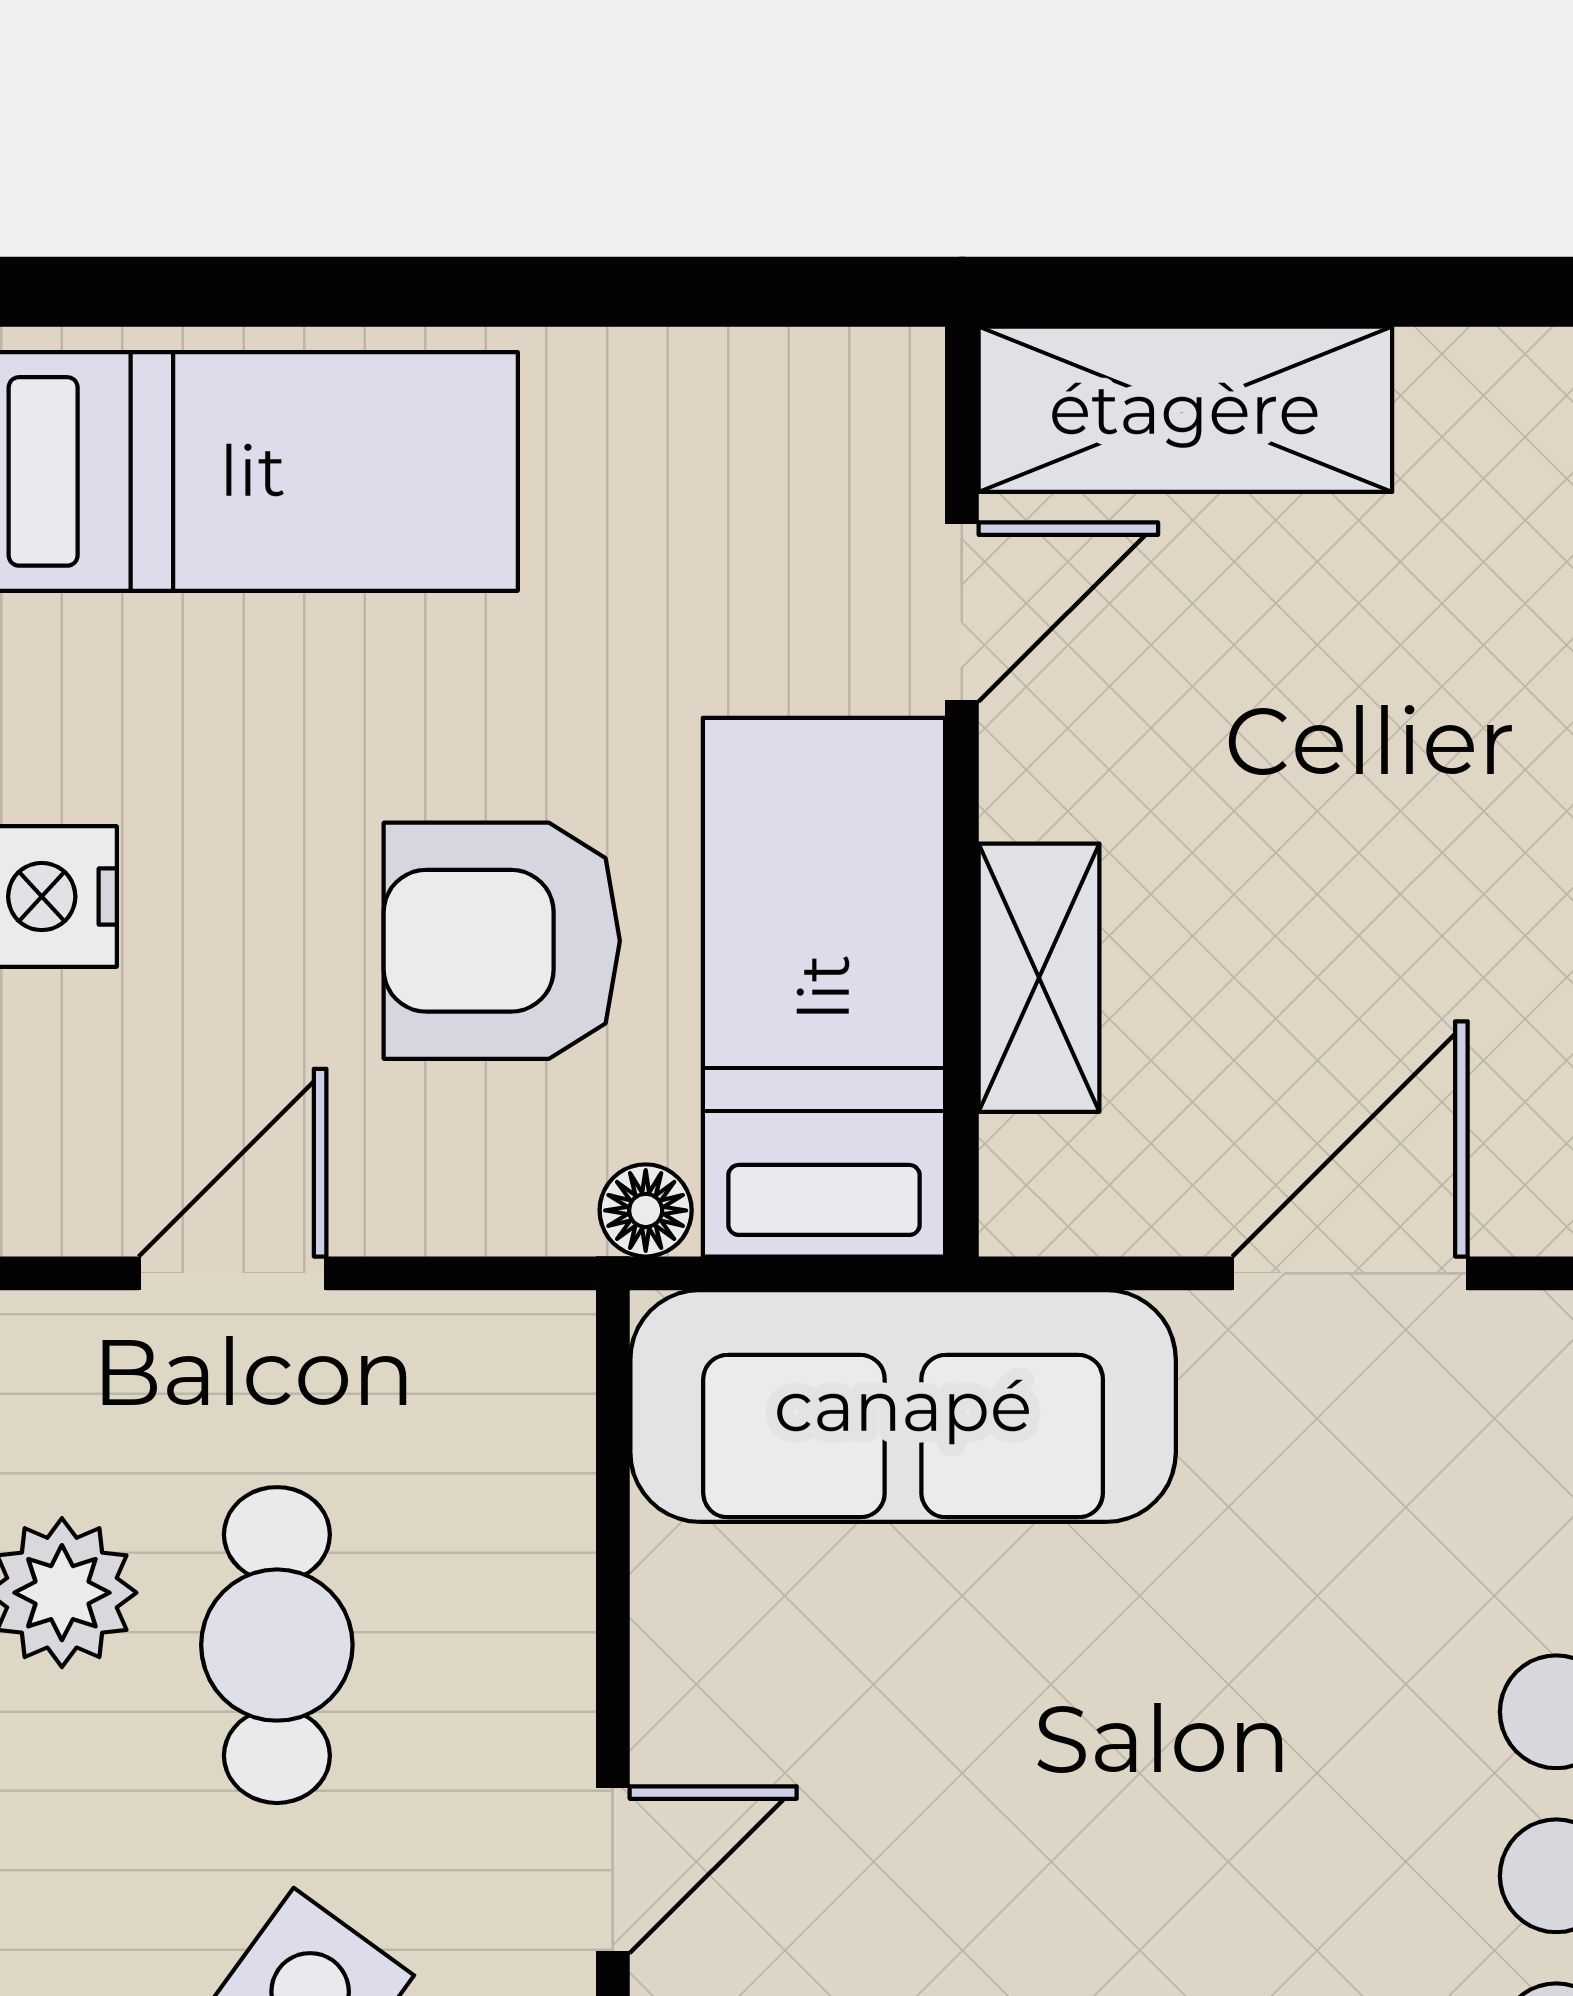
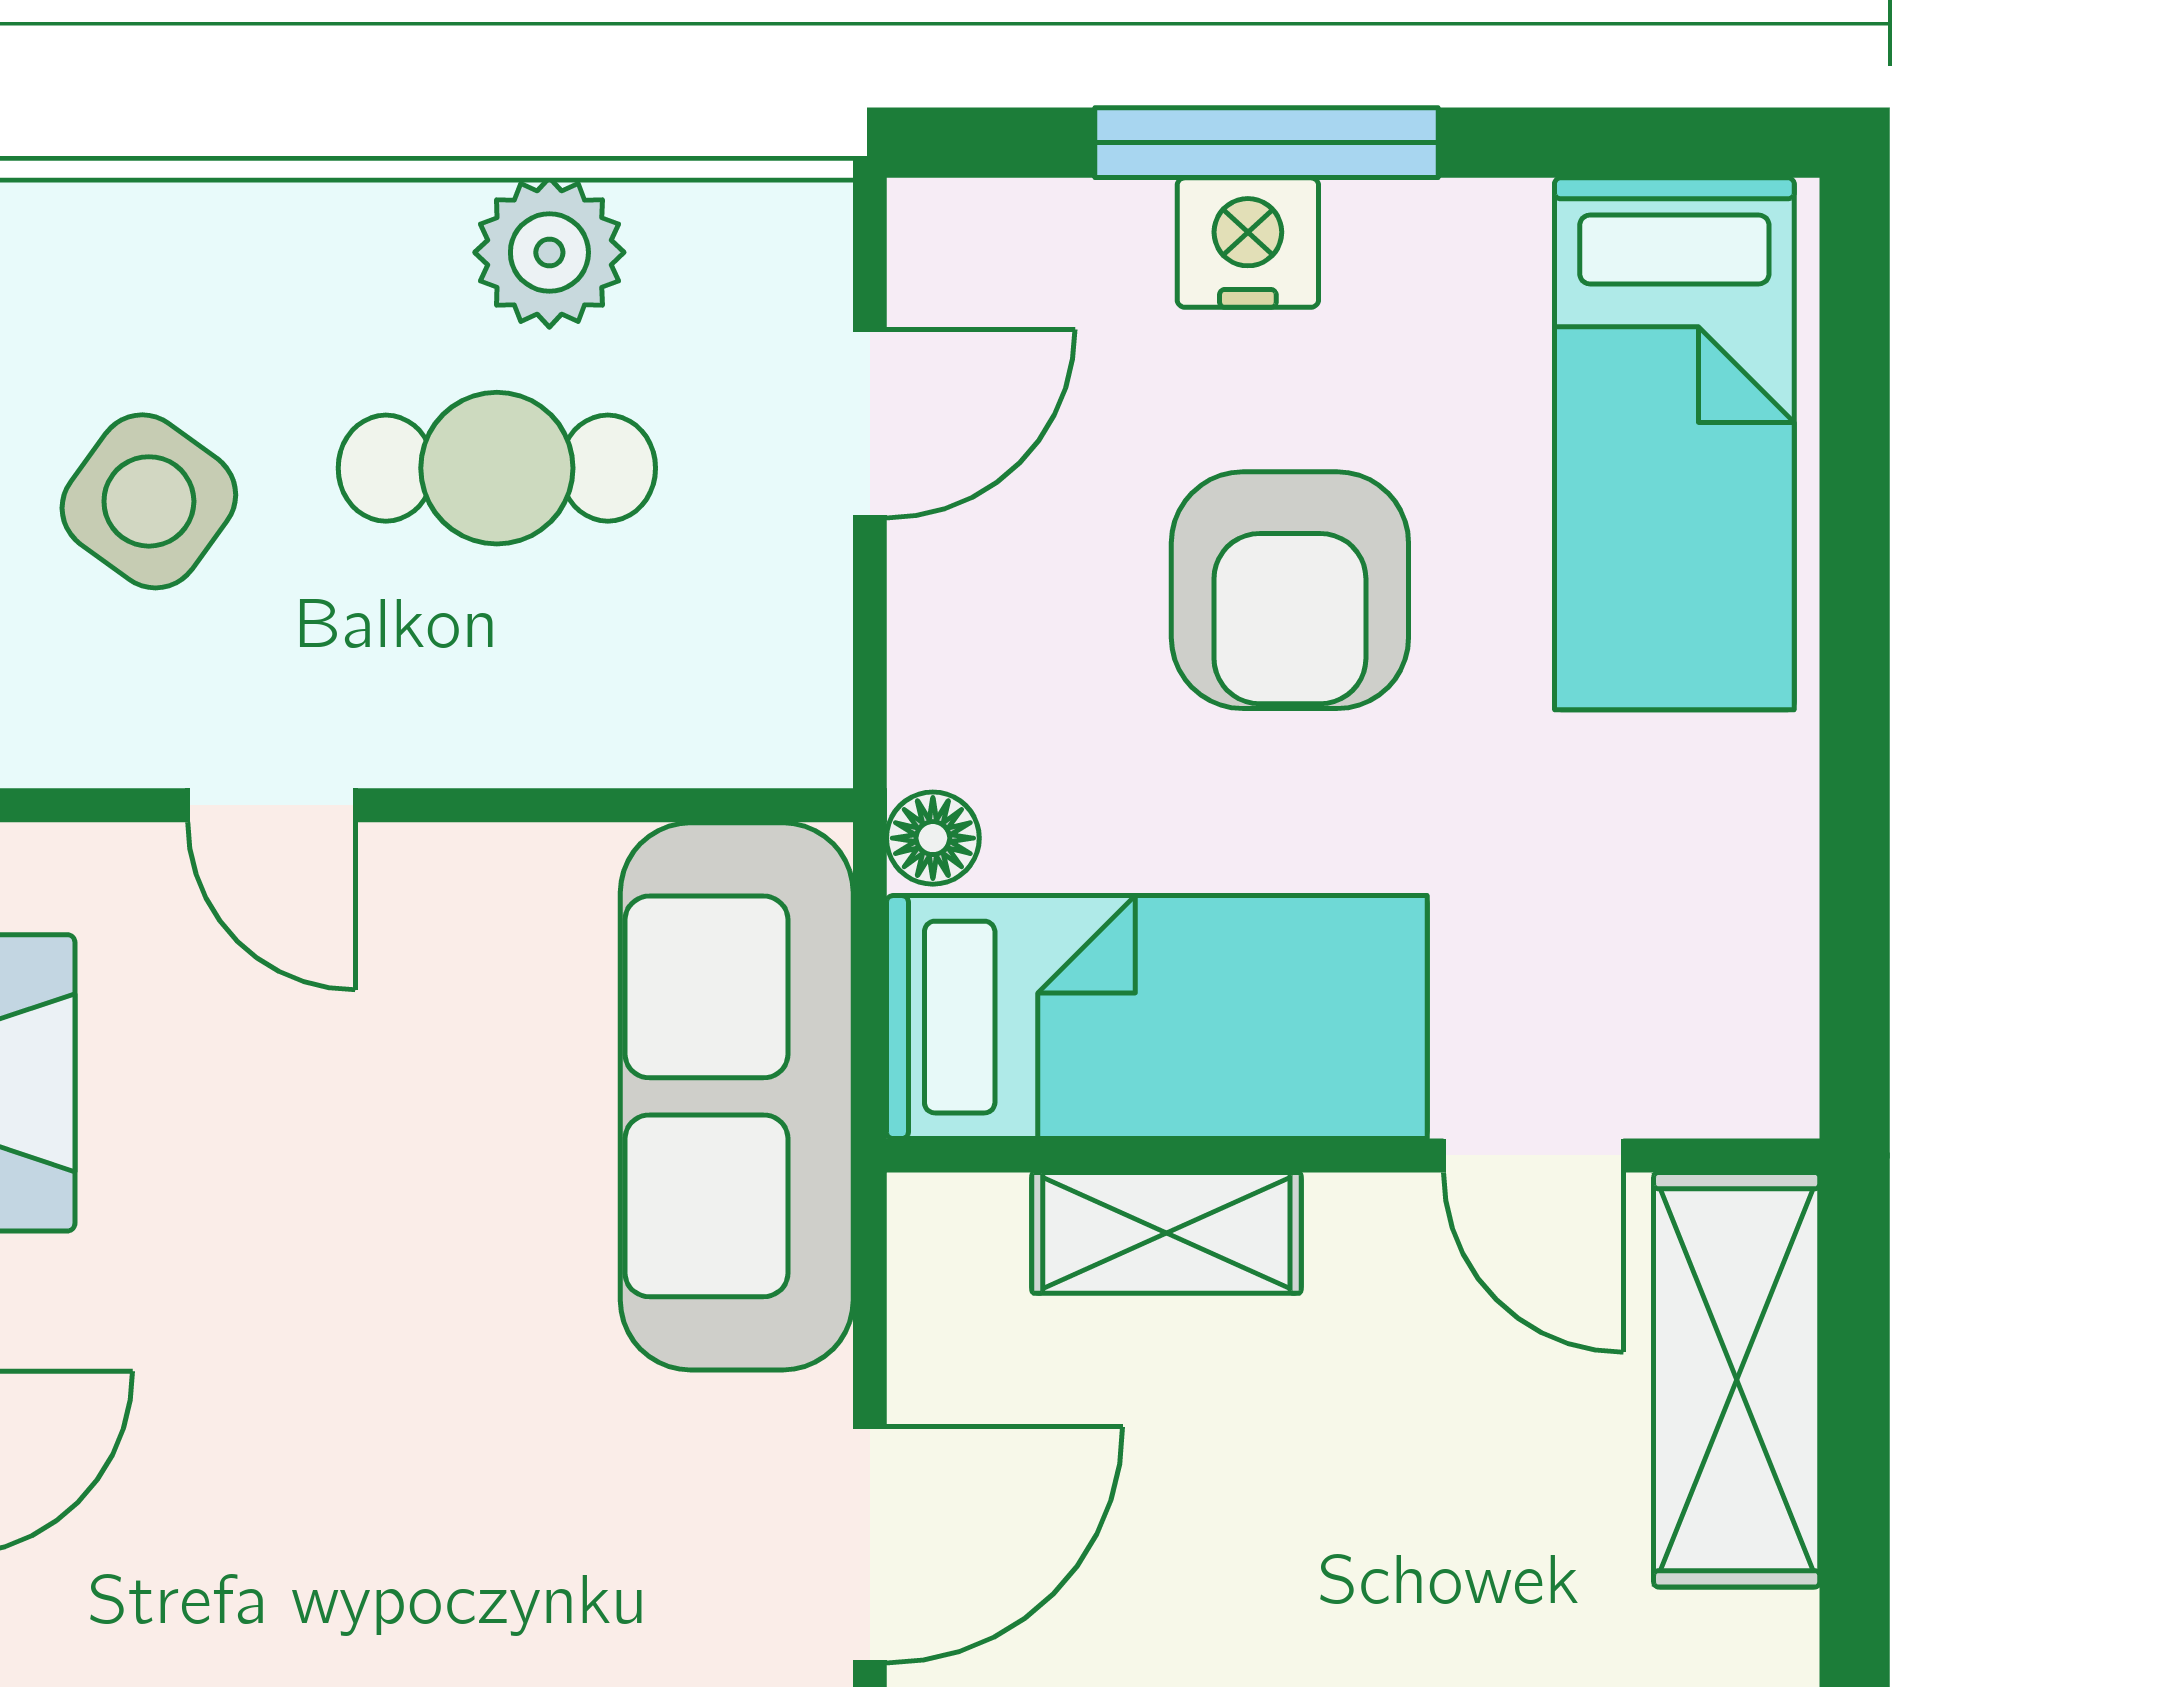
armchair: (502, 941) -> (1290, 590), moved, turned 180
door: (233, 1273) -> (870, 424), hinge flipped
door: (1350, 1273) -> (870, 1545), hinge flipped

